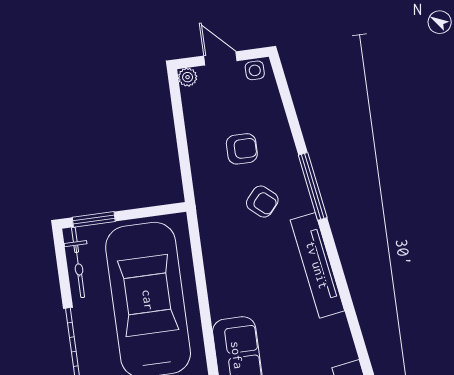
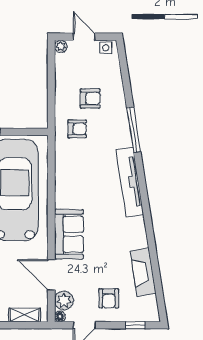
armchair: (262, 202) -> (77, 129), moved, turned -41

